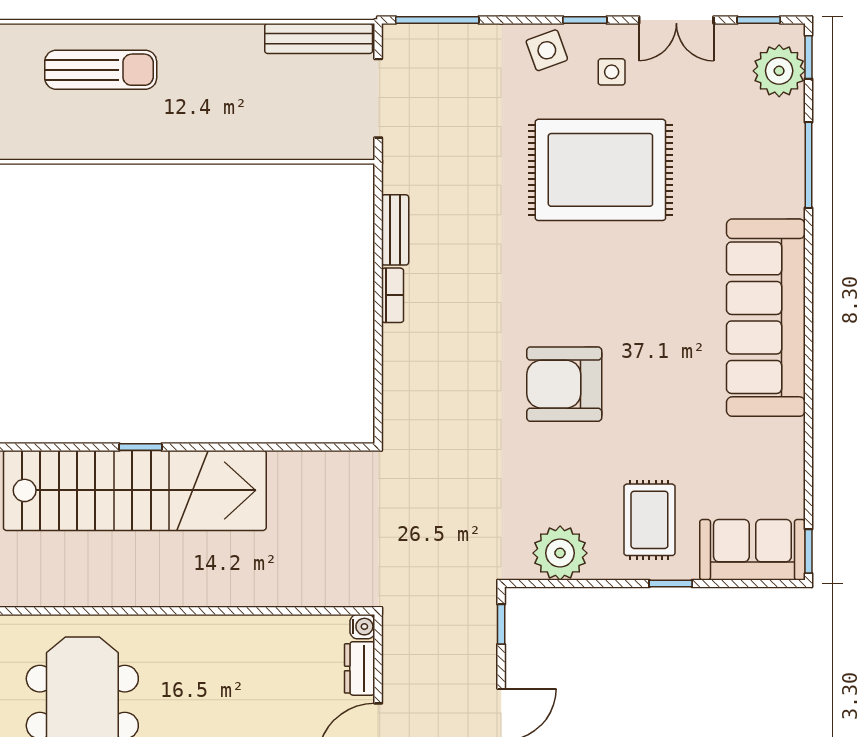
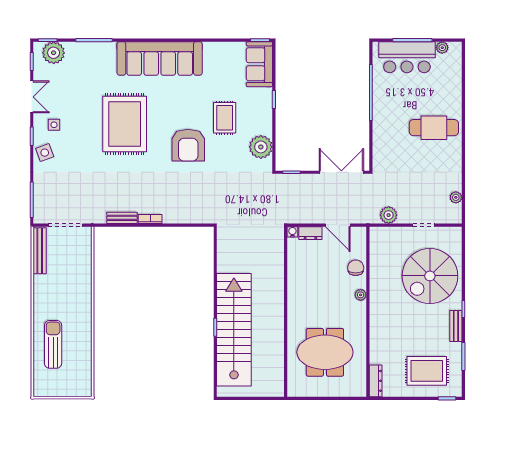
rug: (600, 170) -> (125, 124), moved
rug: (649, 520) -> (225, 118), moved, turned 90

